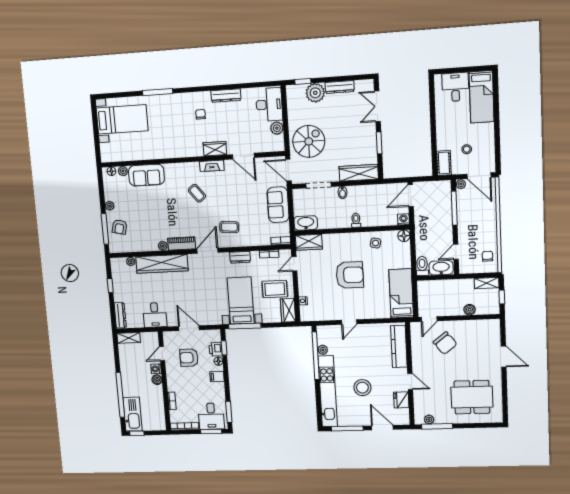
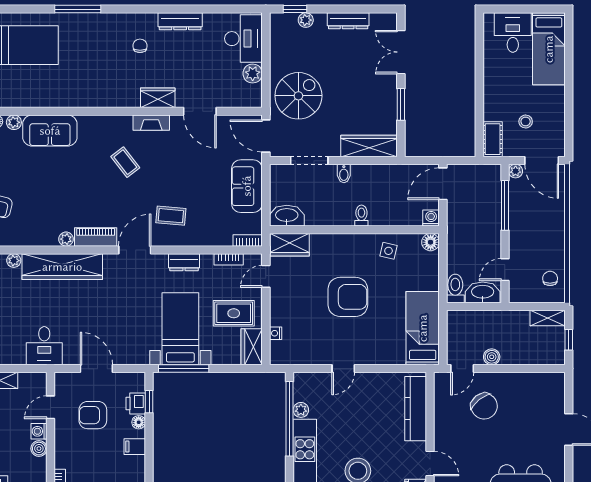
plant: (315, 93) -> (306, 20), width x0.53, depth x0.53
boiler: (470, 310) -> (492, 357), moved

